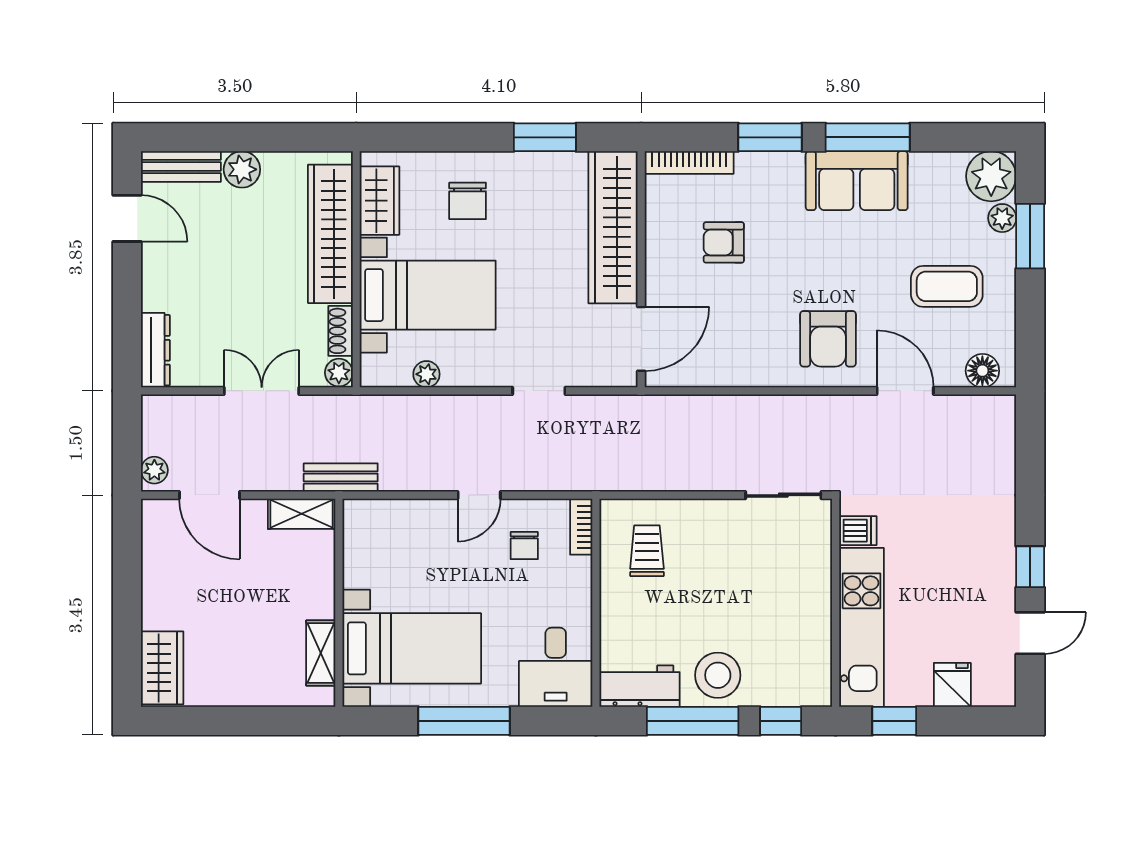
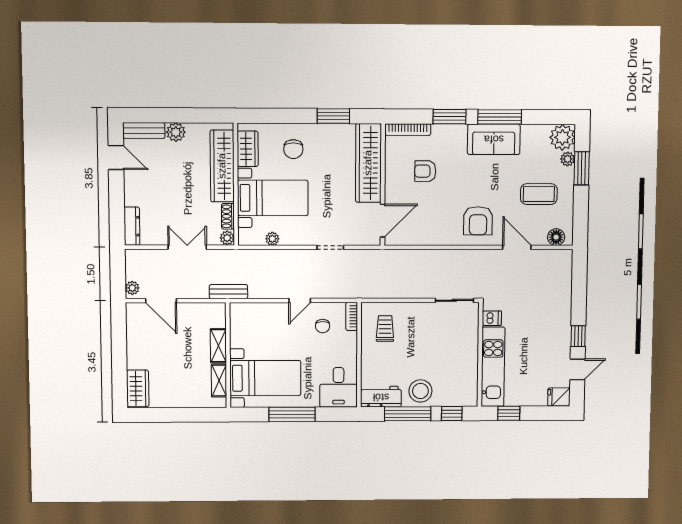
shelving: (302, 514) -> (218, 346), moved, turned 90
fridge: (952, 685) -> (559, 397), moved, turned -90

